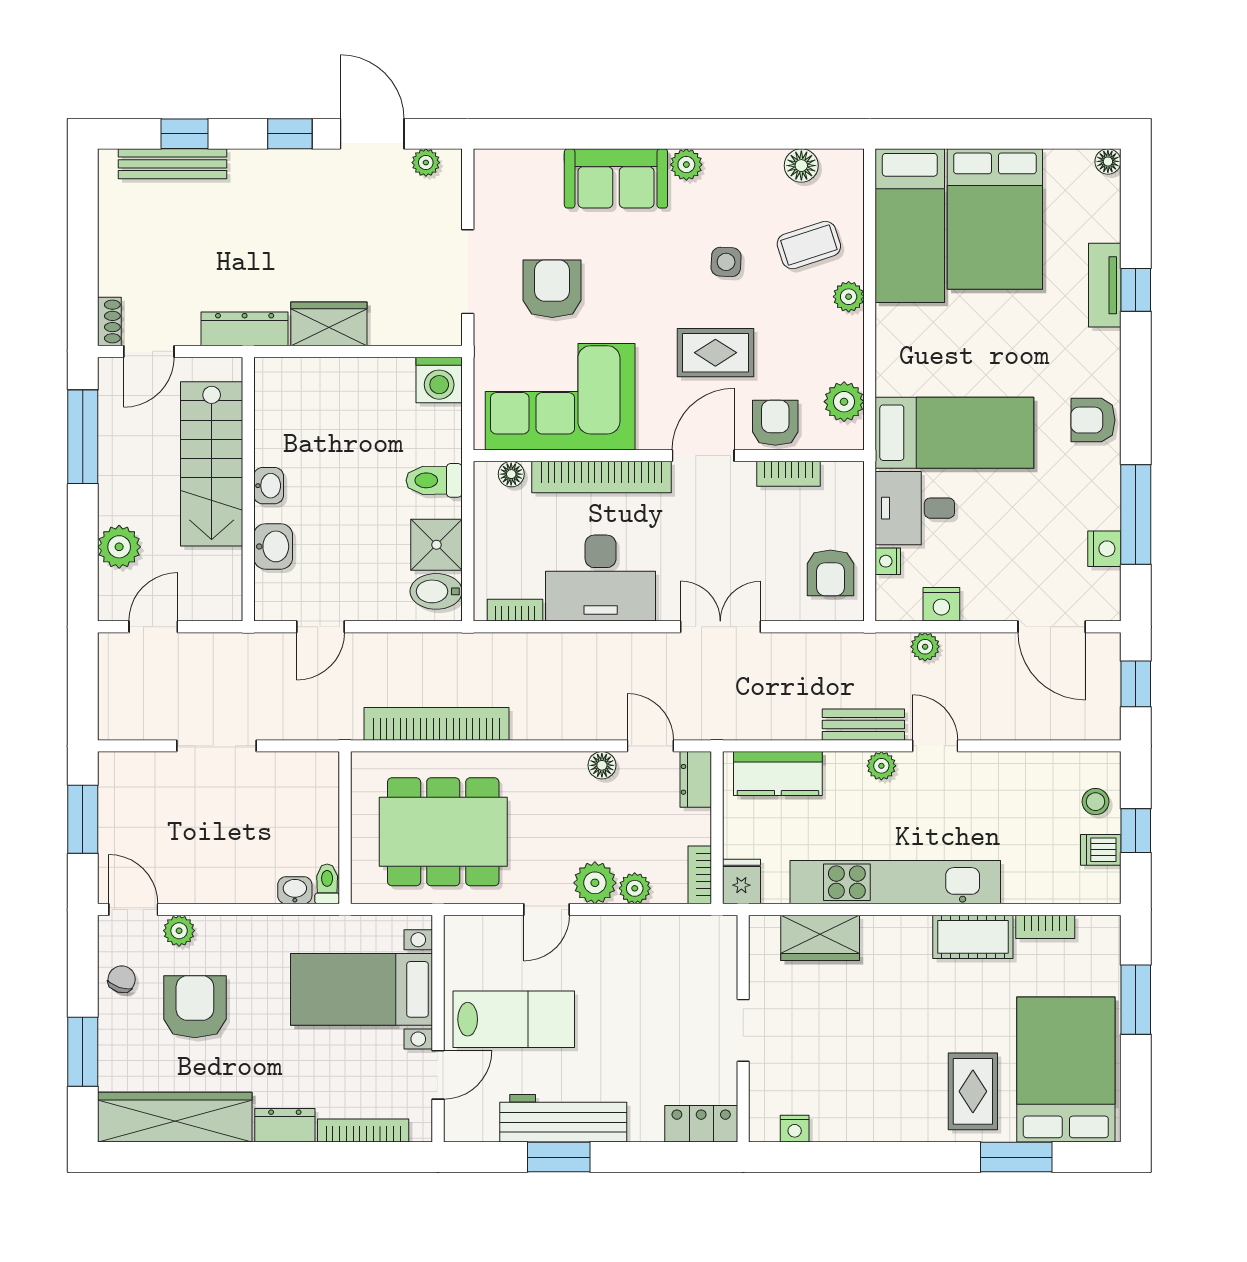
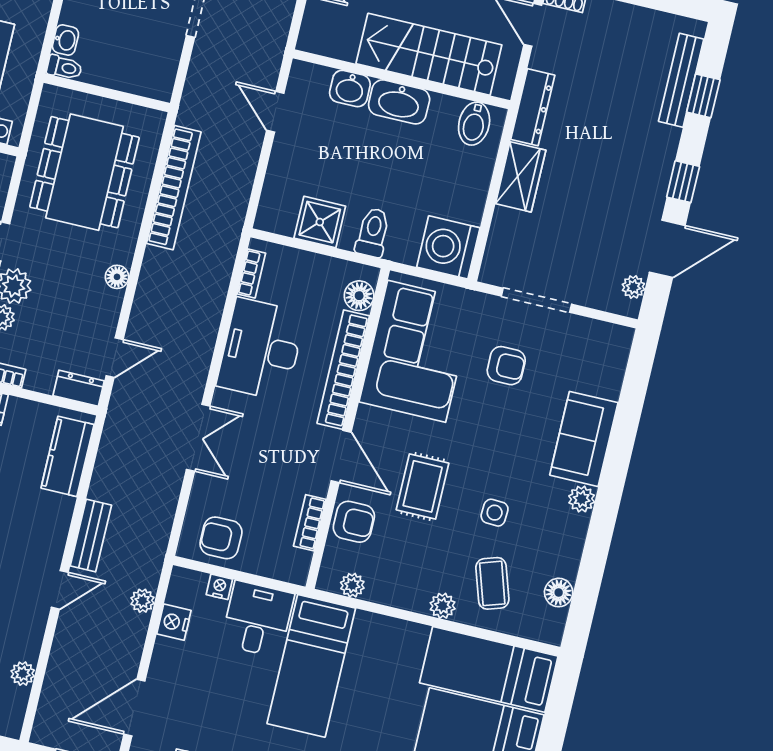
armchair: (552, 289) -> (506, 366), width x0.72, depth x0.72
washing machine: (439, 380) -> (448, 247), width x1.37, depth x1.37
plant: (844, 402) -> (352, 585), width x0.73, depth x0.73
floor lamp: (511, 474) -> (359, 296), width x1.37, depth x1.37
washbasin: (269, 486) -> (399, 102), width x1.91, depth x1.45
bidet: (436, 591) -> (474, 124), moved, turned 180
floor lamp: (602, 765) -> (117, 277), moved
plant: (881, 766) -> (23, 674), moved

